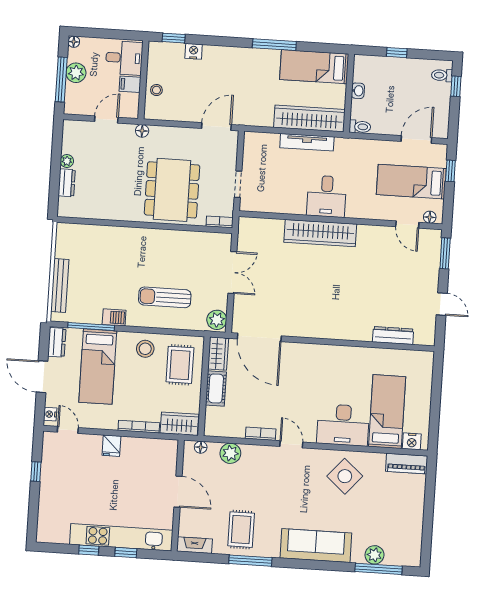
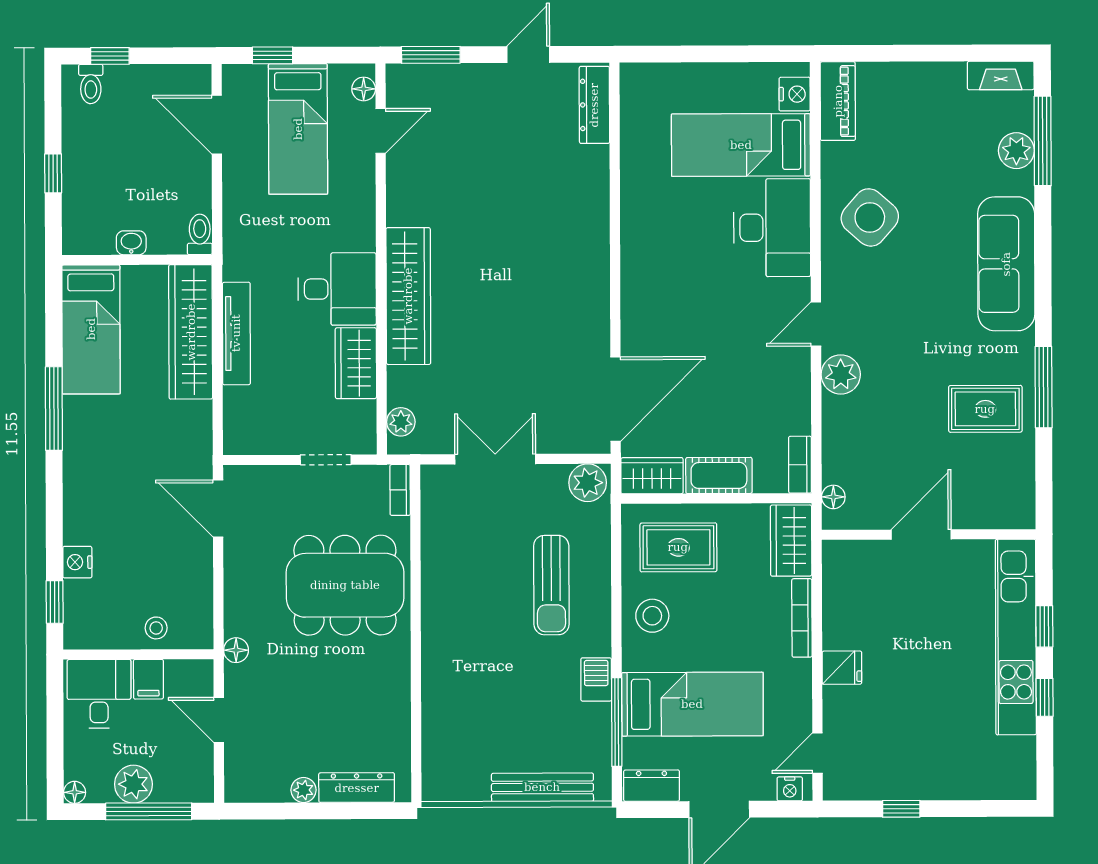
dresser: (67, 183) -> (357, 788), width x1.44
wardrobe: (287, 203) -> (356, 363), added
plant: (255, 225) -> (401, 422), added
dresser: (393, 335) -> (594, 105), moved
bookcase: (261, 434) -> (800, 465), moved
plant: (230, 453) -> (841, 374), moved
fireplace: (195, 545) -> (1001, 75), moved, turned -90

